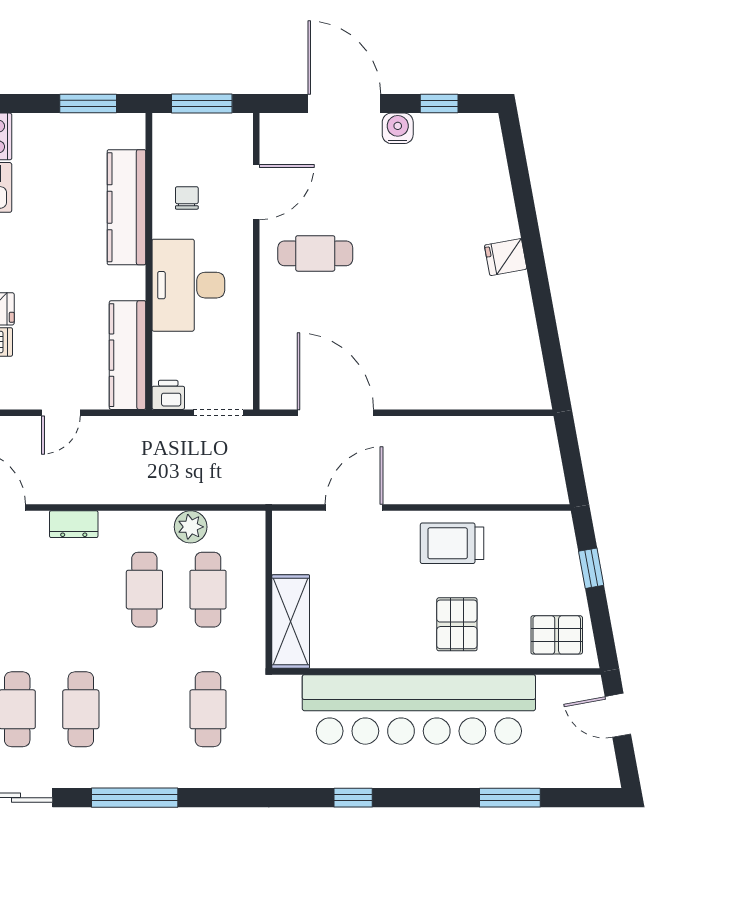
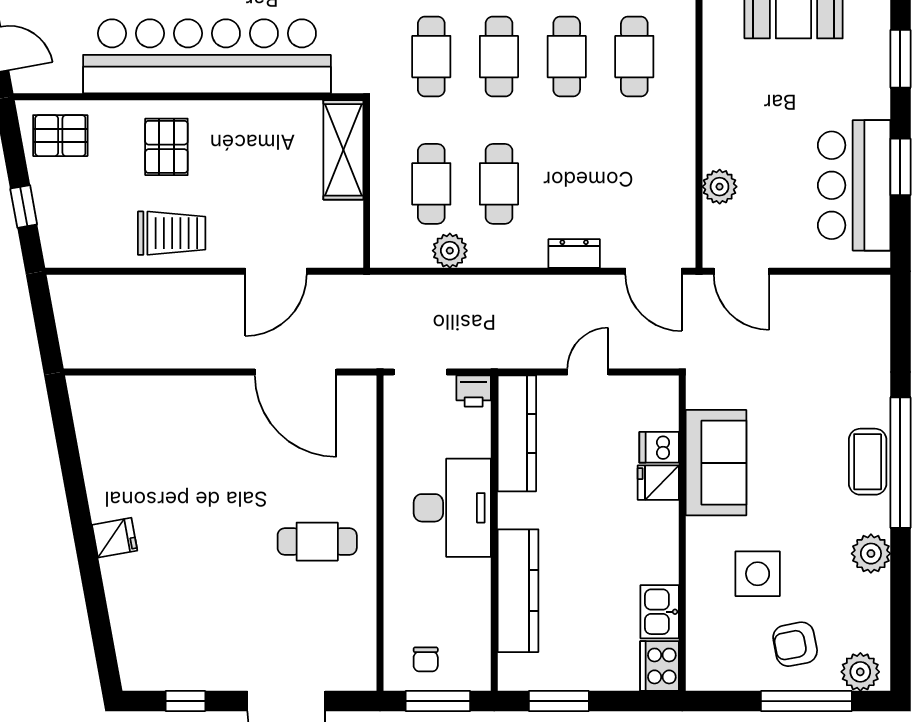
water cooler: (398, 128) -> (229, 675), removed
door: (256, 192) -> (380, 607), removed
chair: (187, 198) -> (426, 659), moved
cafe table: (144, 709) -> (499, 57), added

